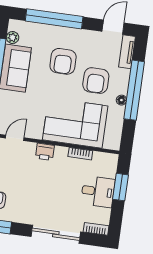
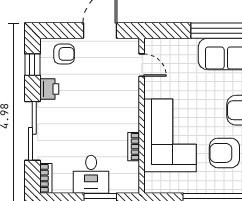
floor lamp: (121, 100) -> (205, 187), removed
printer: (45, 152) -> (49, 89), moved, turned 180

